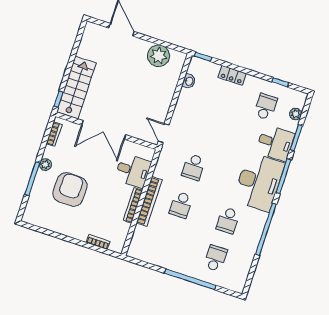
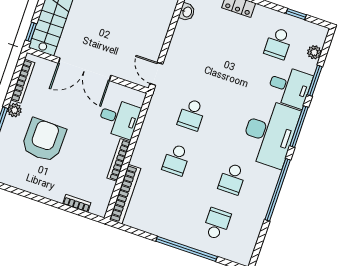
school desk: (265, 107) -> (278, 43), turned 180
bookcase: (54, 134) -> (23, 81), width x1.56
bookcase: (149, 201) -> (125, 194), moved

